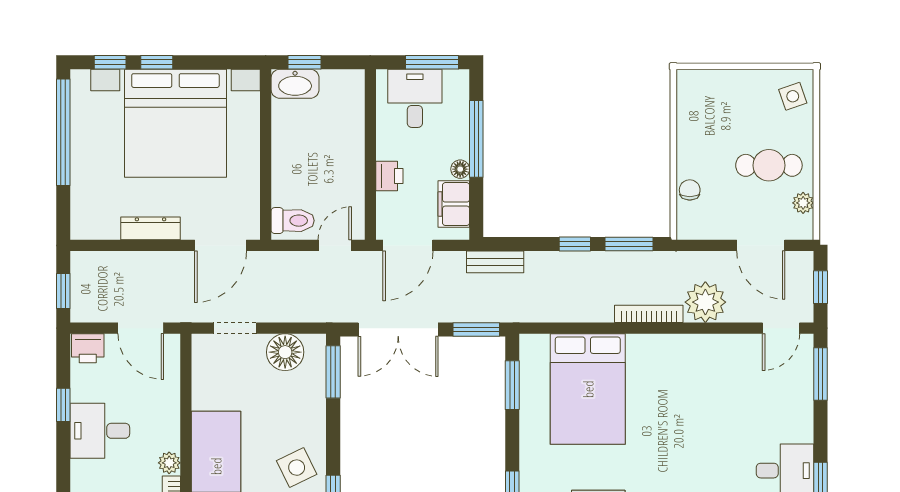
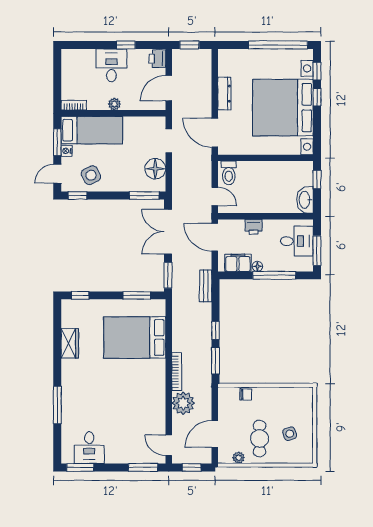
washbasin: (295, 84) -> (305, 200), moved
side table: (793, 96) -> (290, 434), moved
plant: (169, 463) -> (114, 104), moved

